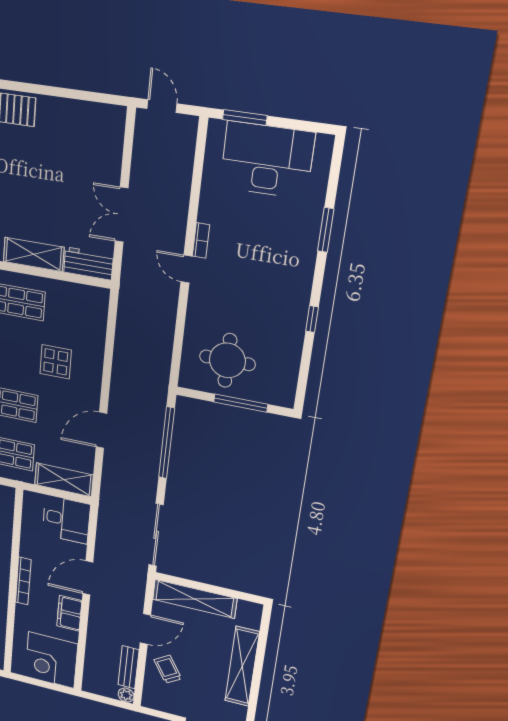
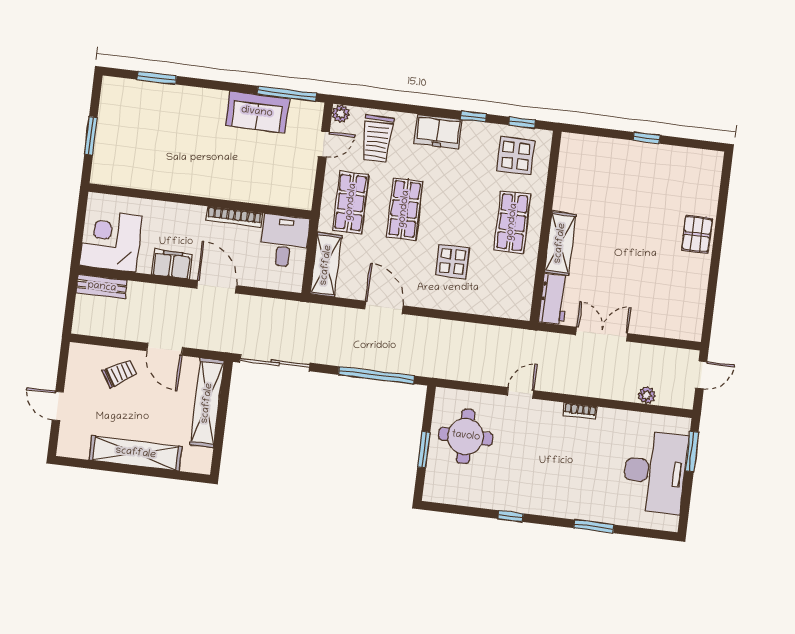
door: (186, 269) -> (520, 393), moved
window: (241, 403) -> (424, 450), width x0.69
desk: (66, 519) -> (284, 241), moved, turned 180
bookcase: (23, 581) -> (234, 217), moved
bench: (129, 667) -> (102, 287), moved
plant: (126, 695) -> (647, 395), moved

